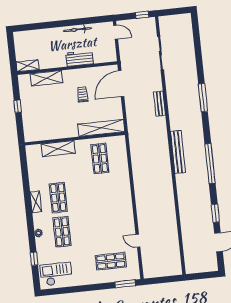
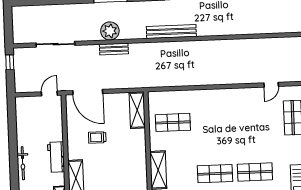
bicycle: (77, 30) -> (23, 163), moved
door: (116, 32) -> (49, 94), moved
workbench: (80, 58) -> (56, 157), moved
plant: (175, 99) -> (110, 31), added
shelving: (101, 128) -> (137, 110), width x0.68

